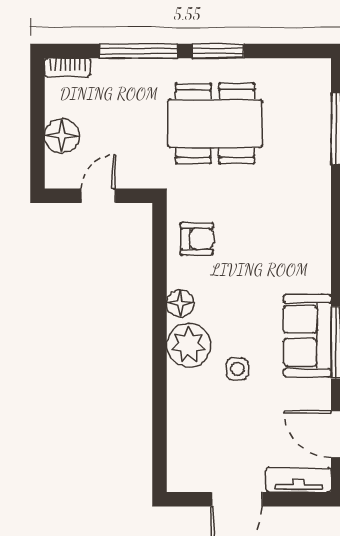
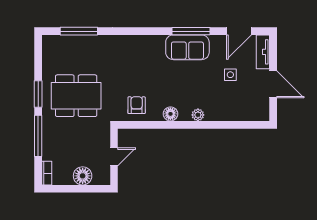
dining table: (215, 123) -> (76, 96), turned 90
door: (98, 196) -> (114, 157), swing flipped
plant: (189, 345) -> (198, 115), width x0.53, depth x0.53
side table: (237, 369) -> (230, 75), moved

